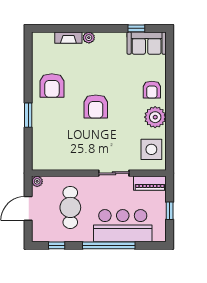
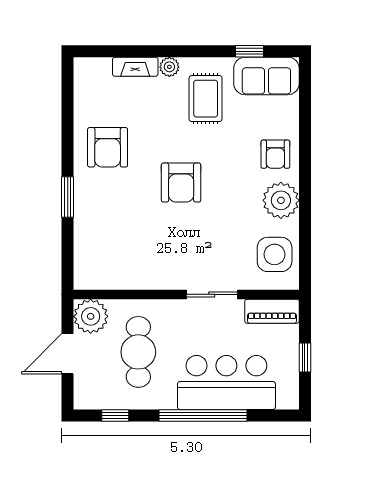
rug: (110, 57) -> (206, 99), added
plant: (37, 181) -> (91, 316), width x1.88, depth x1.88

